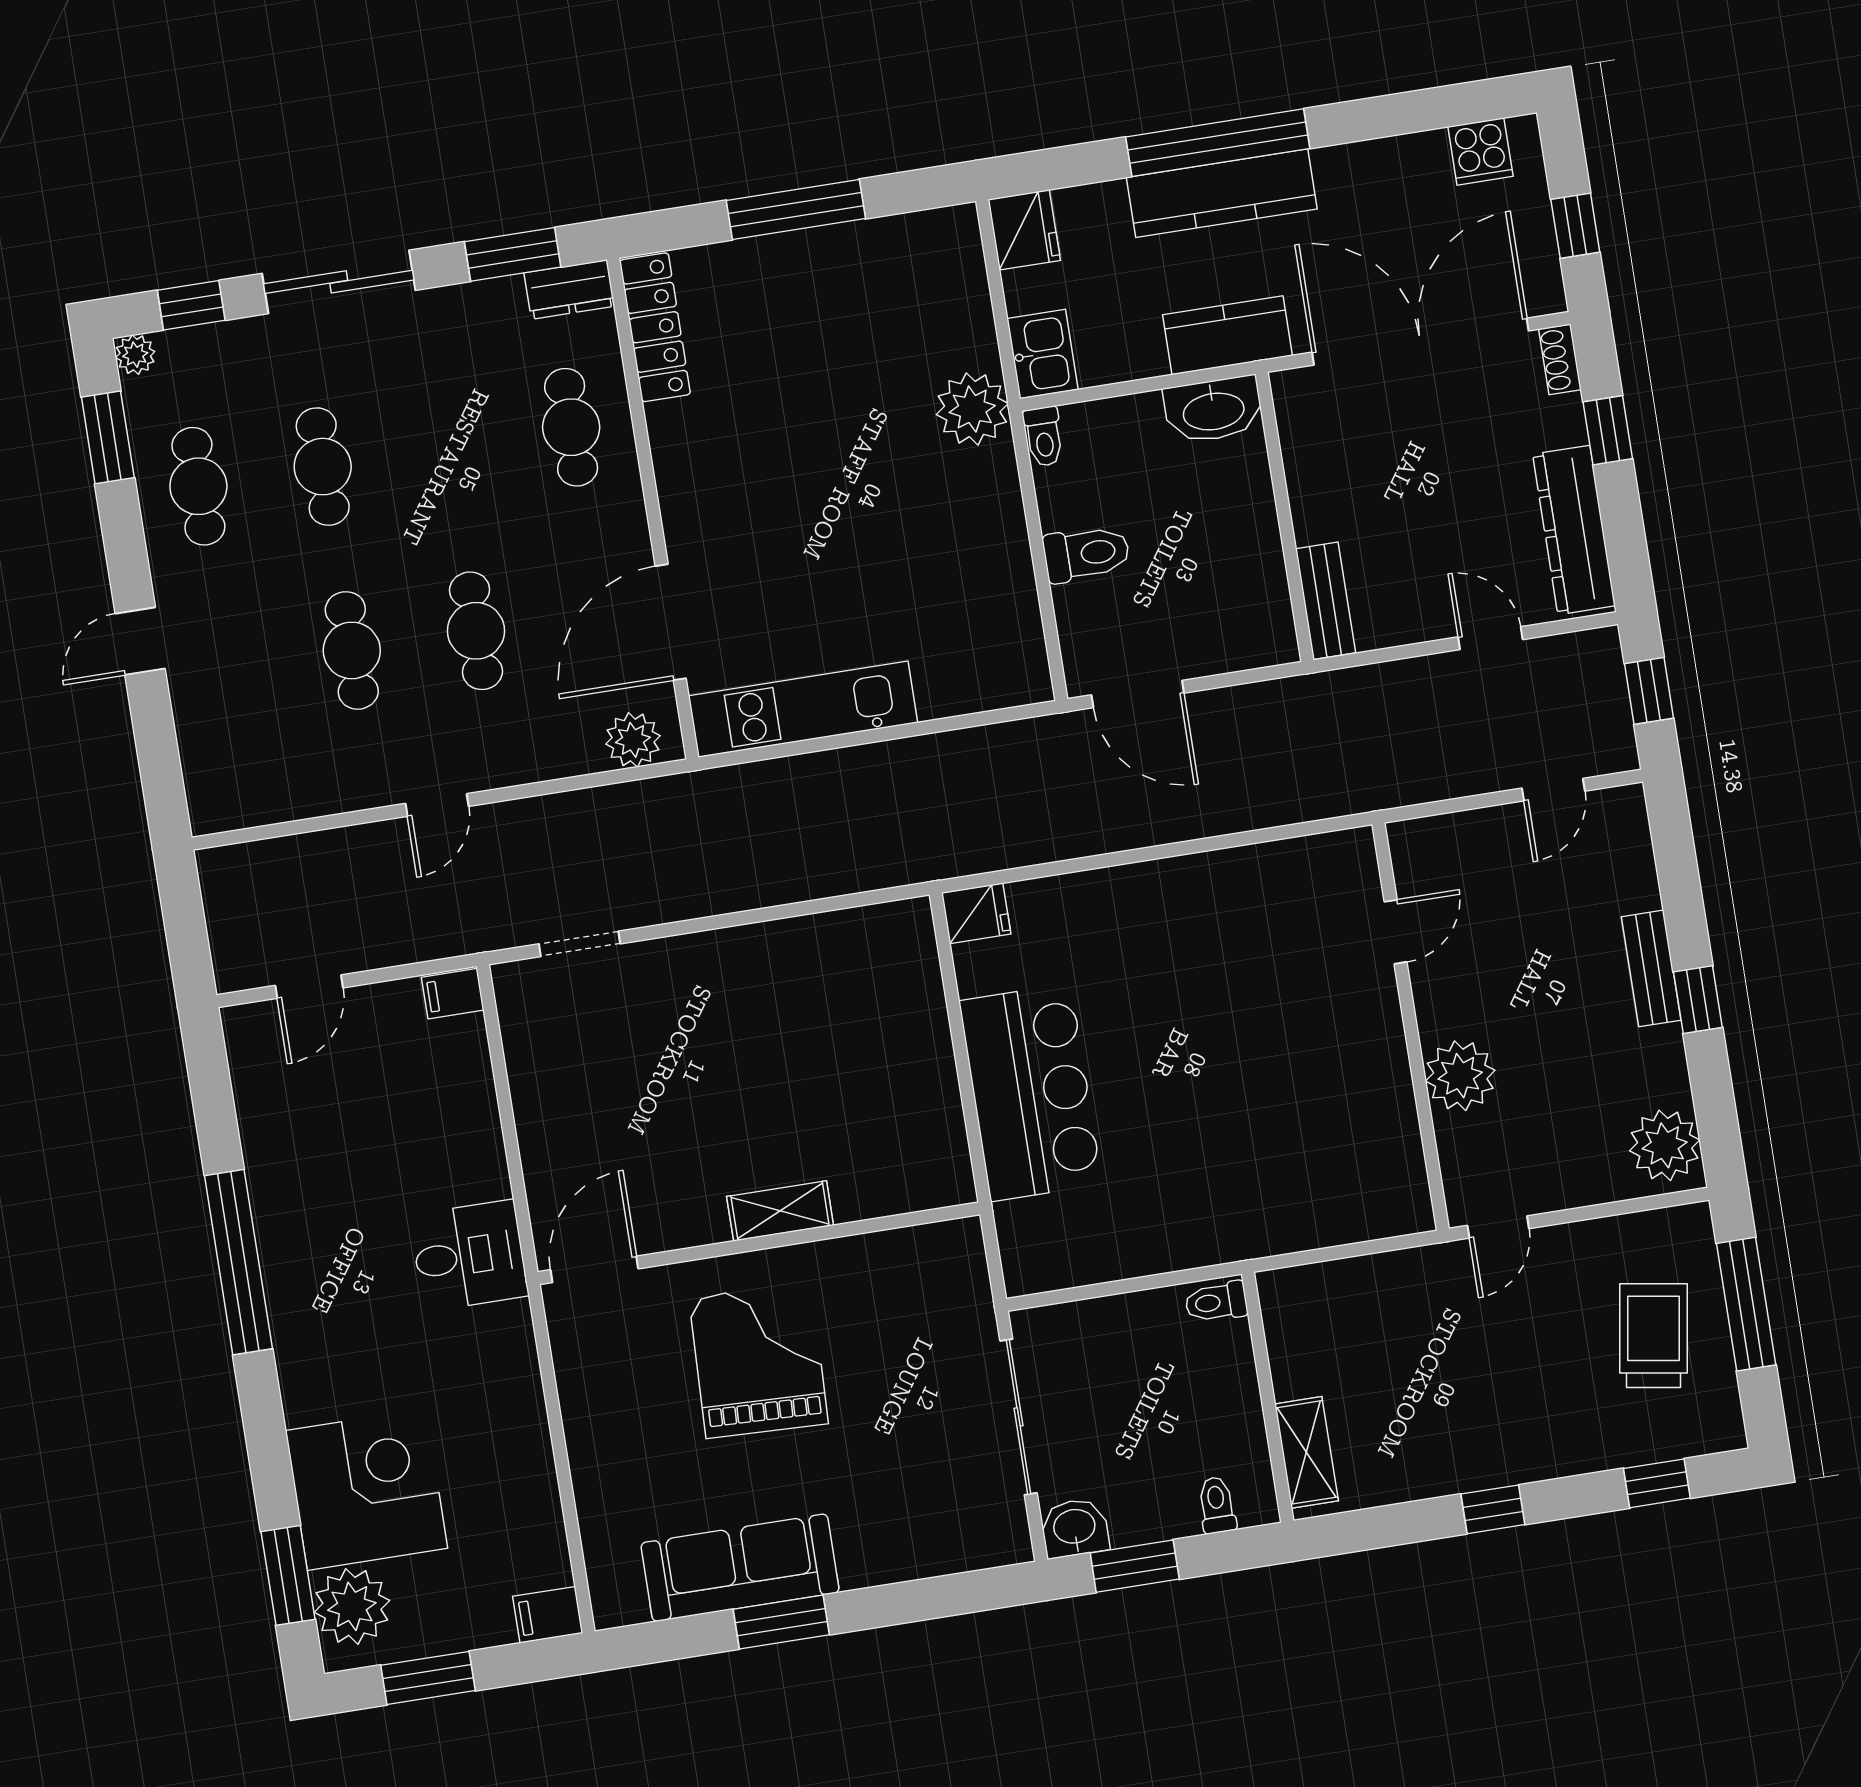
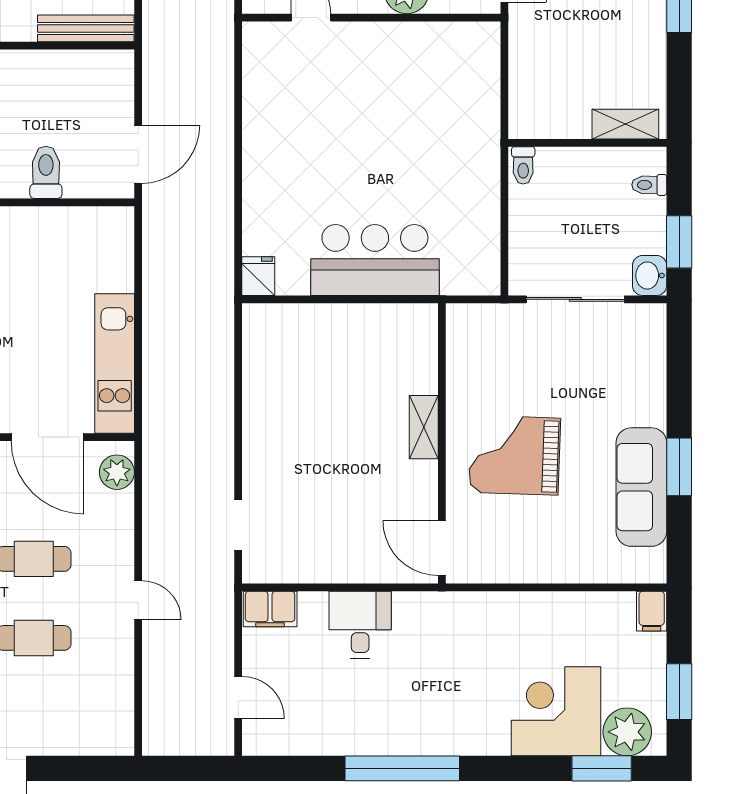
bench: (1326, 601) -> (86, 28), width x1.36
filing cabinet: (453, 994) -> (270, 609), width x2.00
desk: (469, 1256) -> (360, 625), moved

